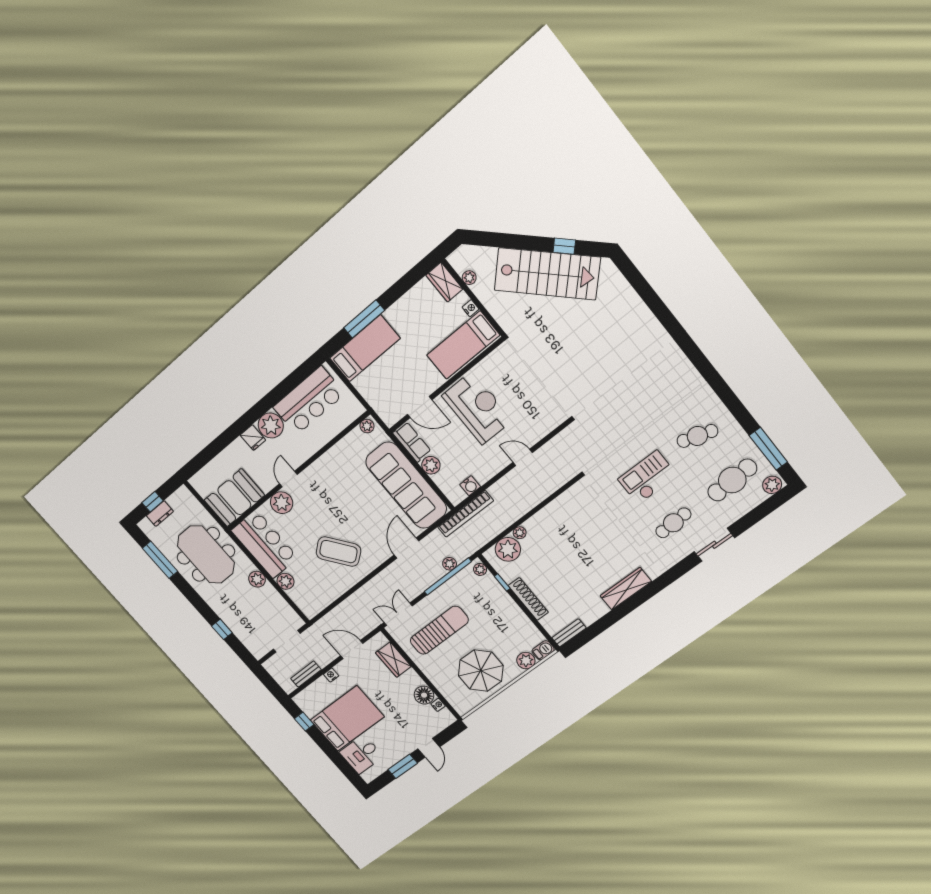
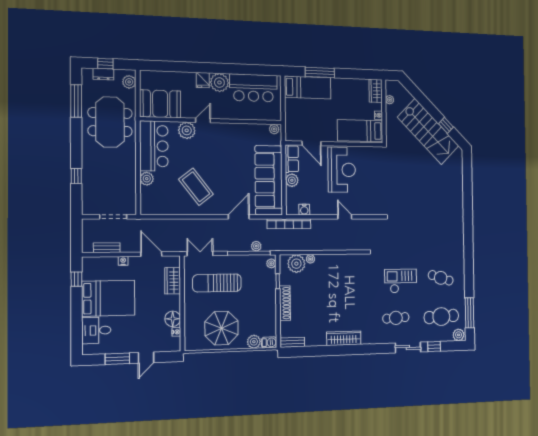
window: (748, 521) -> (434, 346), added
plant: (257, 579) -> (129, 82), moved
sun lounger: (439, 630) -> (217, 283), turned 180

